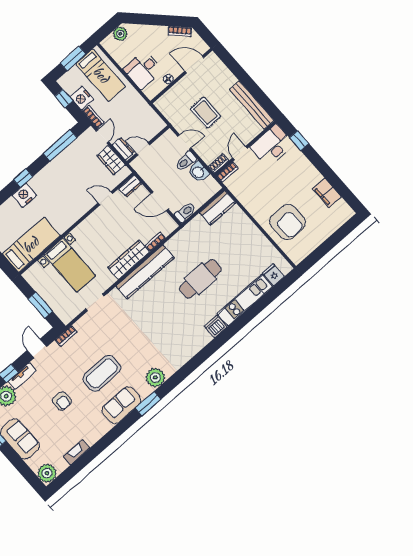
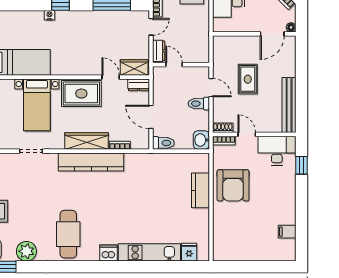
door: (194, 64) -> (272, 34), swing flipped
floor lamp: (168, 79) -> (291, 27), moved
door: (240, 153) -> (247, 134), hinge flipped
wardrobe: (111, 160) -> (134, 68), moved, turned 90
washbasin: (198, 172) -> (201, 140), moved
filing cabinet: (327, 193) -> (287, 232), width x0.50
nightstand: (24, 195) -> (49, 15), width x0.53, depth x0.56
kitchen counter: (218, 208) -> (201, 190), moved, turned 90
armchair: (288, 222) -> (233, 185), moved
rug: (95, 229) -> (81, 94), added
cafe table: (200, 279) -> (68, 234), moved, turned 90

